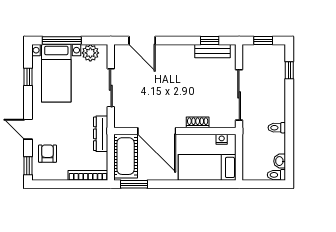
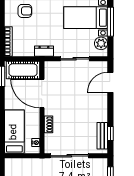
door: (157, 131) -> (42, 94), hinge flipped
dresser: (101, 134) -> (44, 51), width x0.70

